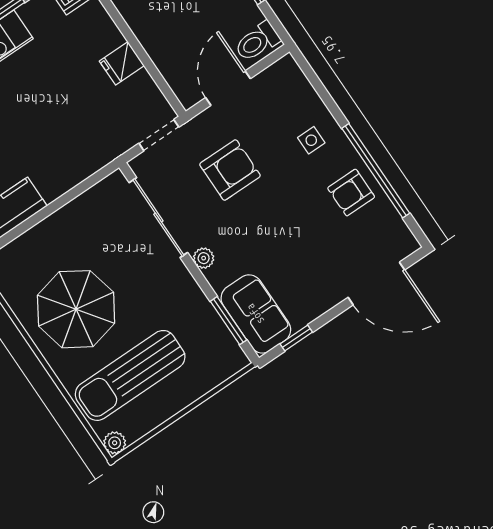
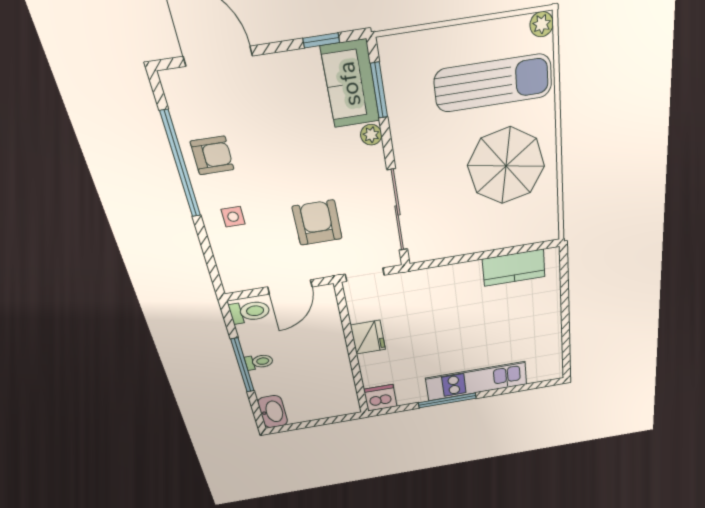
fridge: (122, 63) -> (368, 337), width x1.38
armchair: (230, 170) -> (317, 223), turned 90
plant: (204, 258) -> (371, 135), moved

